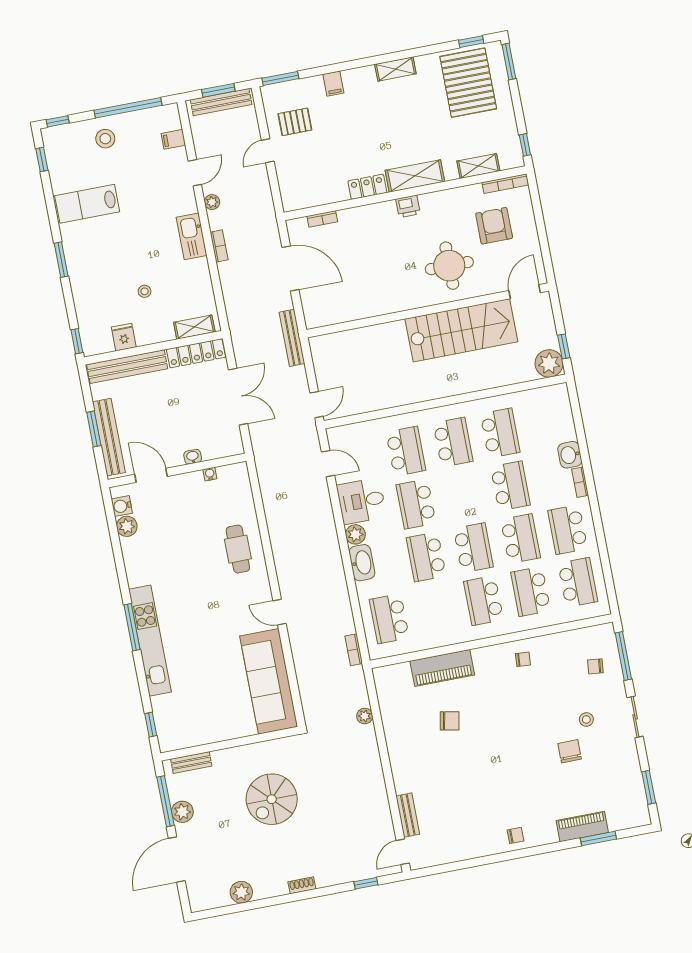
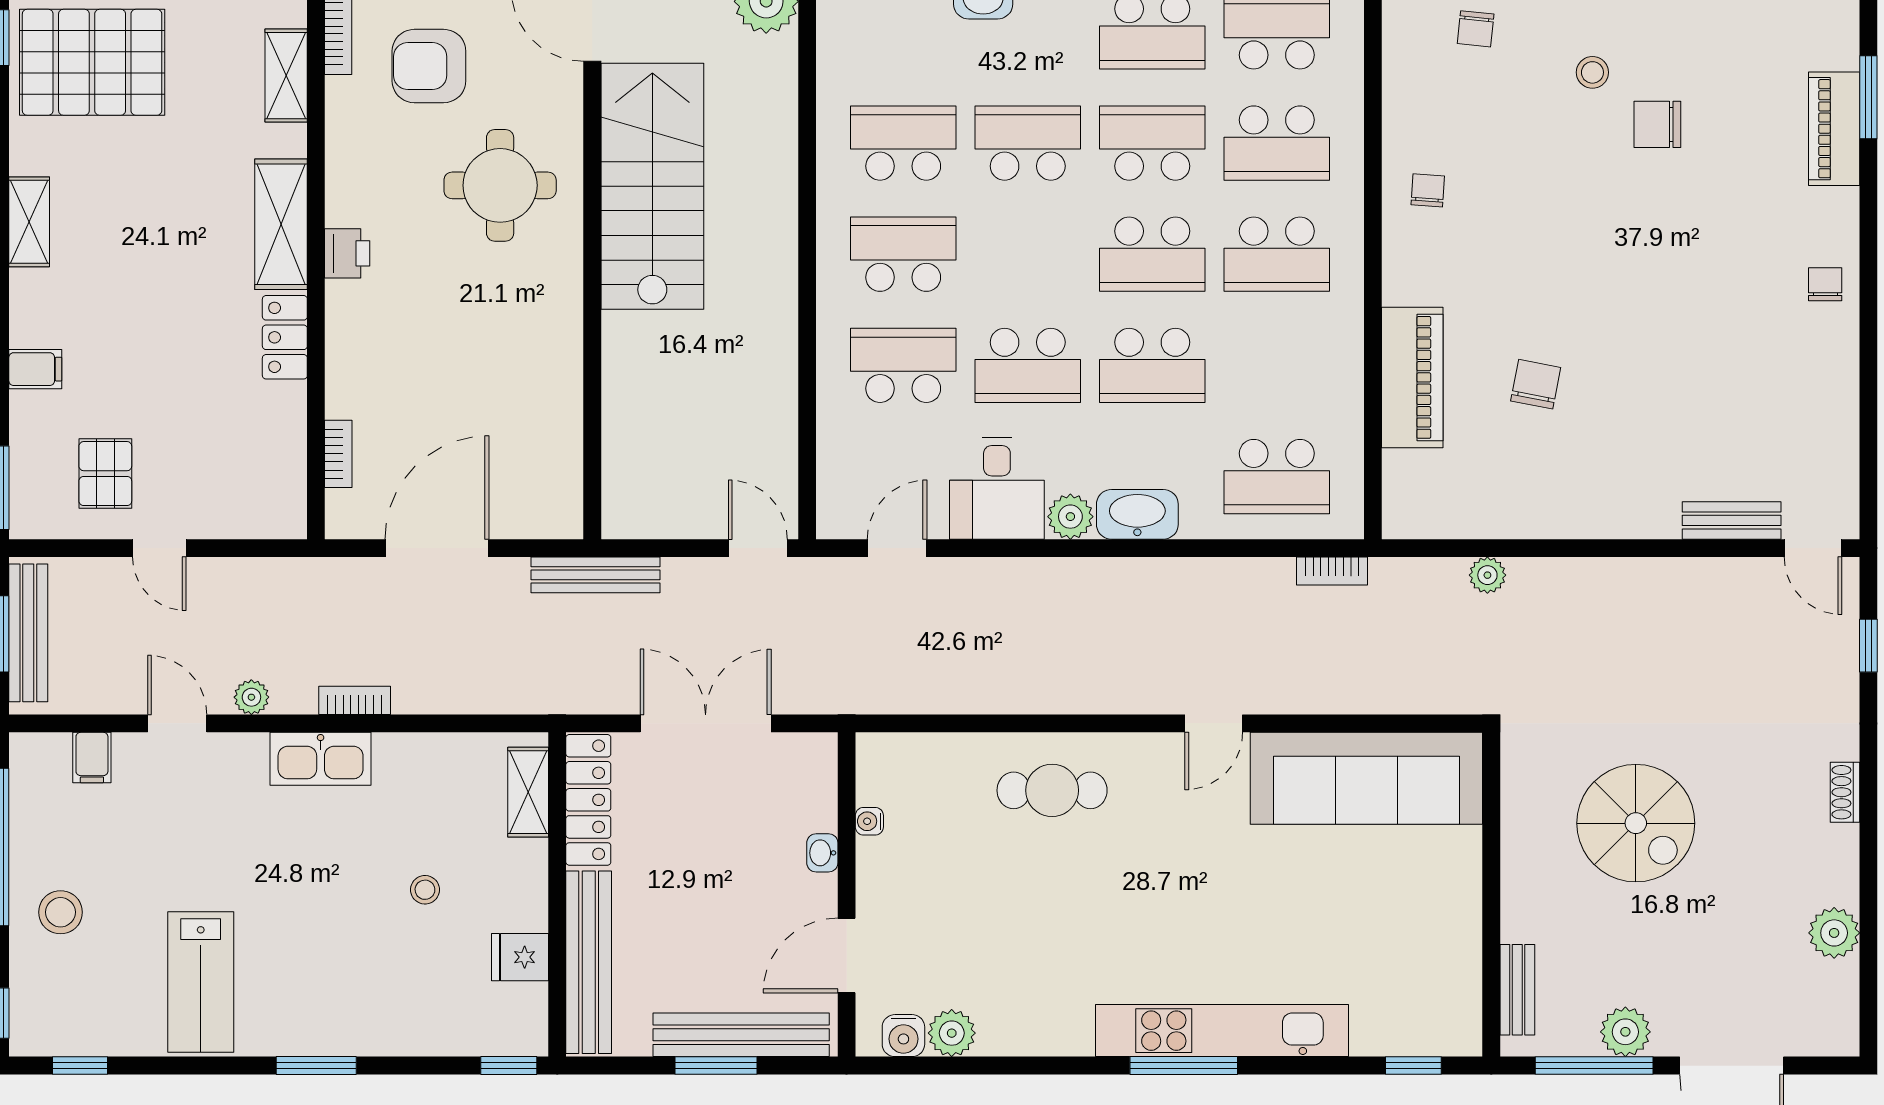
school desk: (473, 548) -> (1152, 254), turned 180

